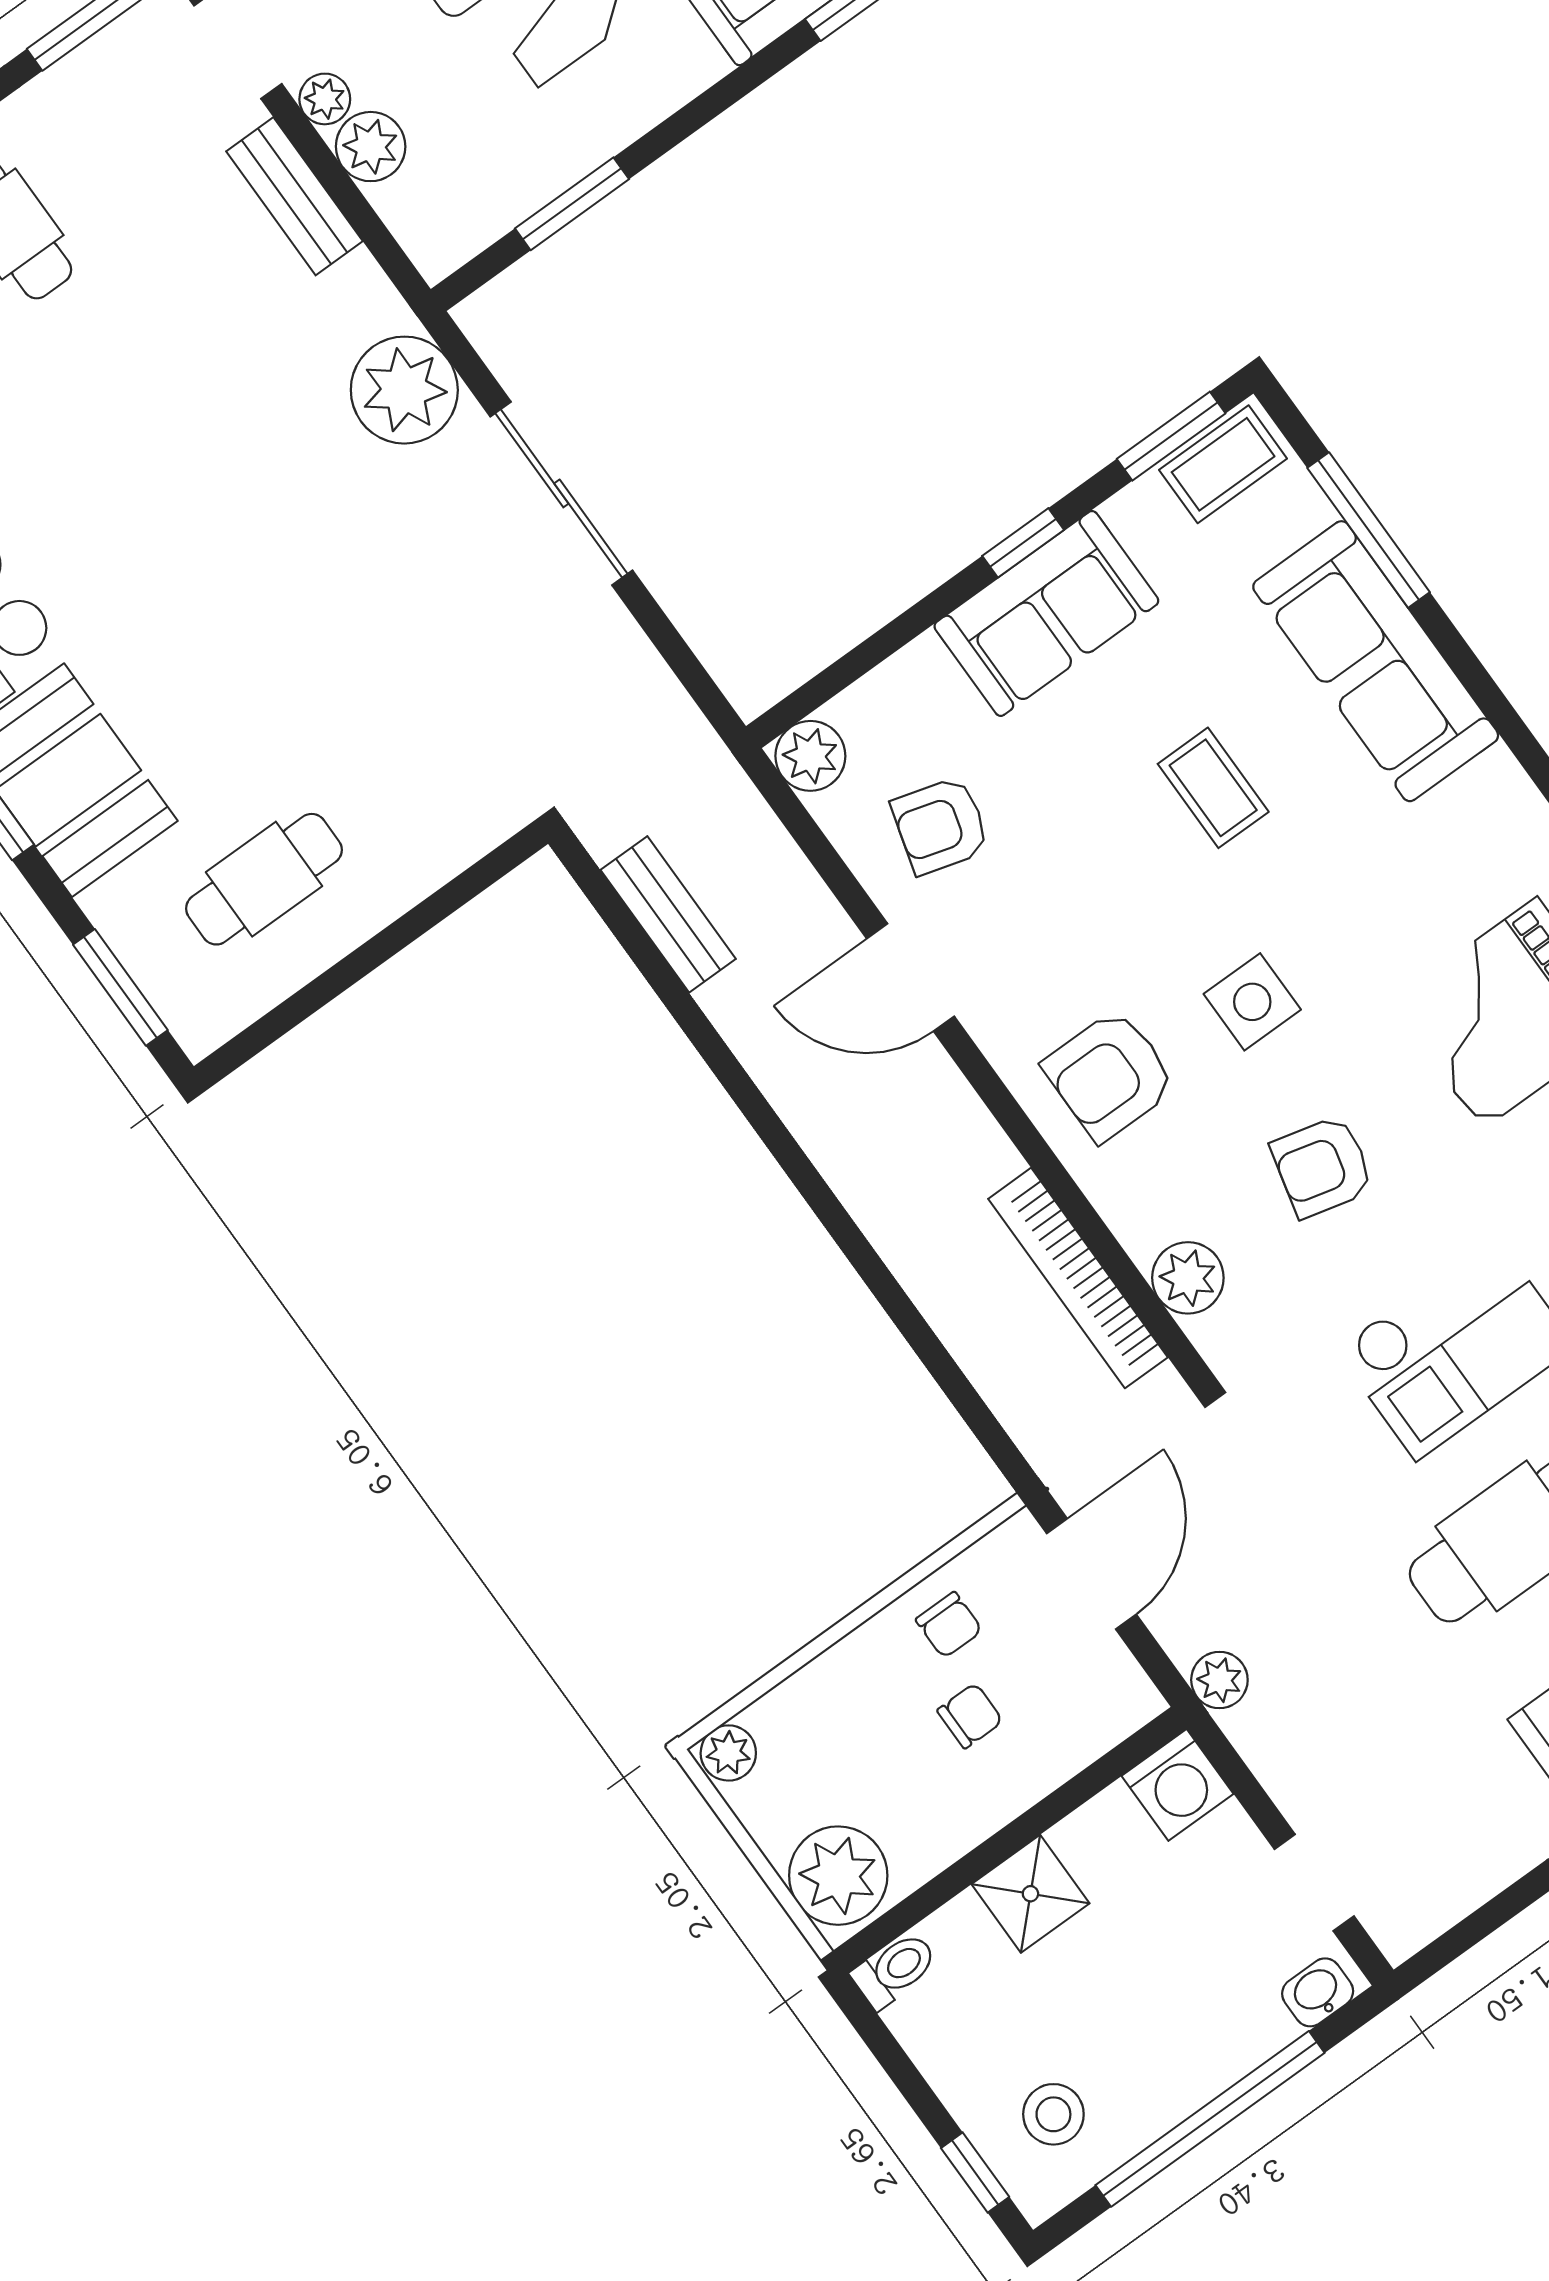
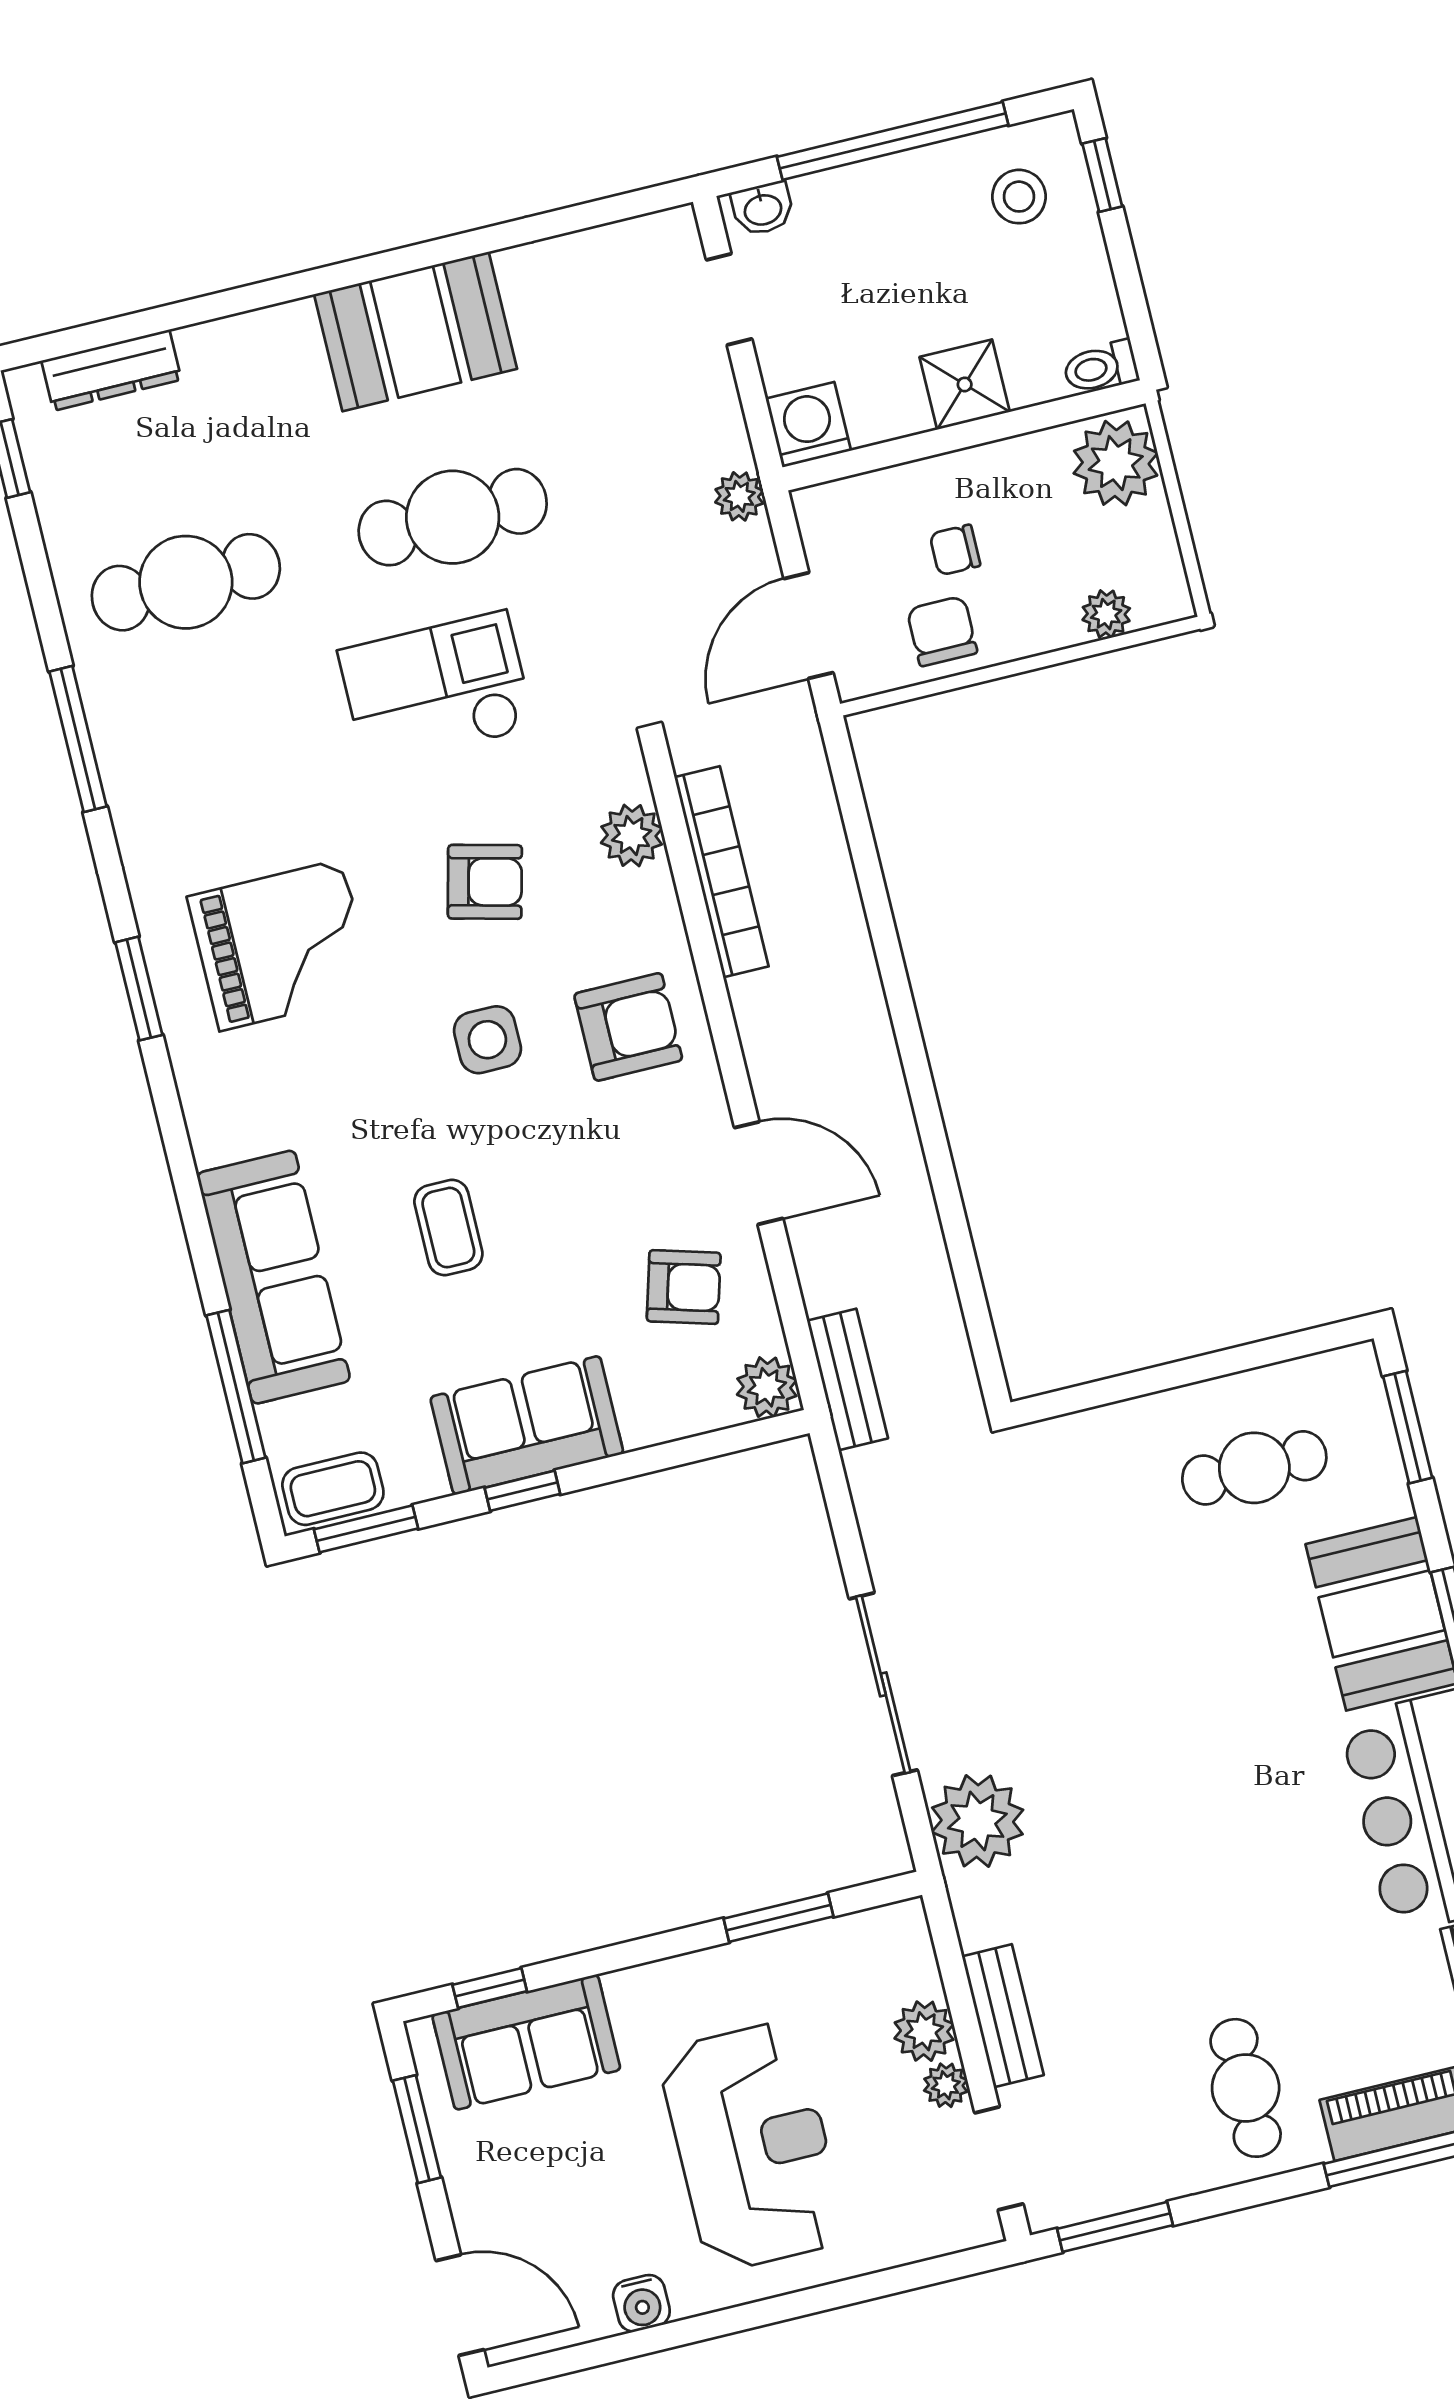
bench: (668, 914) -> (847, 1380), moved
chair: (949, 1625) -> (942, 631), width x1.37, depth x1.37
plant: (728, 1753) -> (1106, 614), moved

